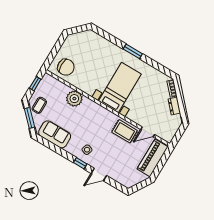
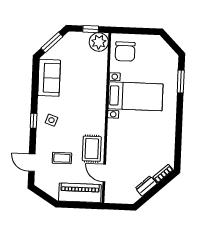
window: (133, 51) -> (181, 81), moved
bed with nightstands: (120, 88) -> (135, 96), moved
plant: (74, 99) -> (99, 42), moved
coffee table: (39, 105) -> (62, 158), moved
door: (99, 174) -> (32, 163), moved

